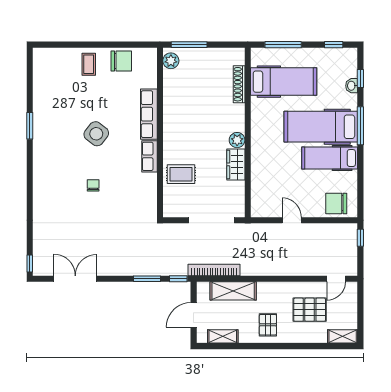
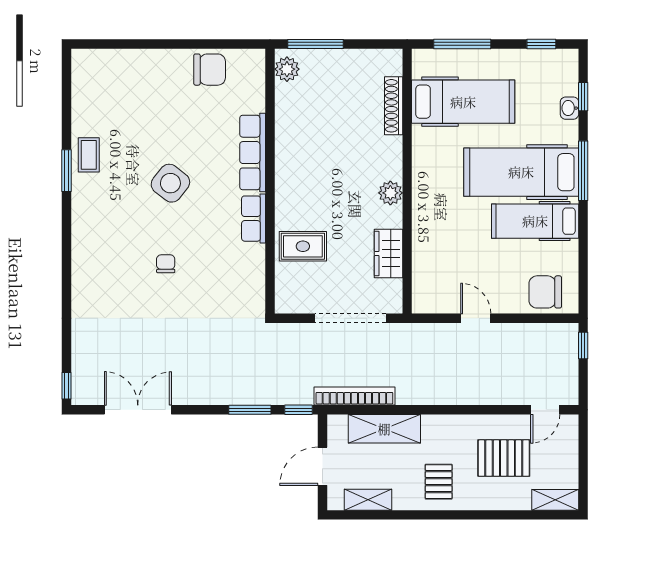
coffee table: (89, 64) -> (89, 155), moved
wardrobe: (236, 164) -> (388, 254), moved

